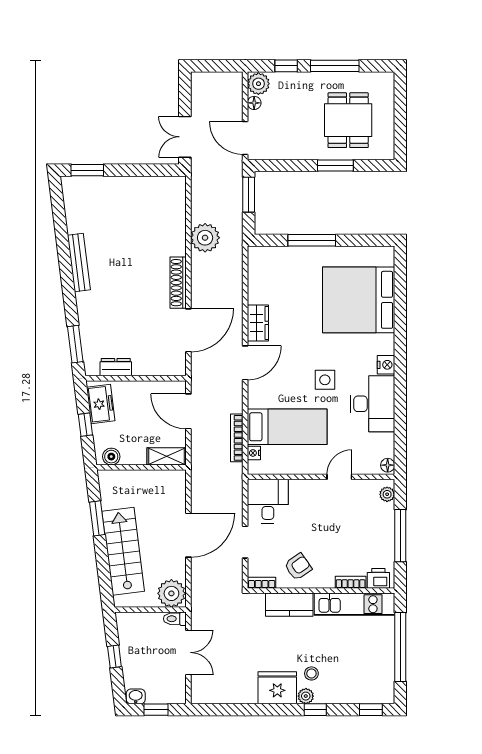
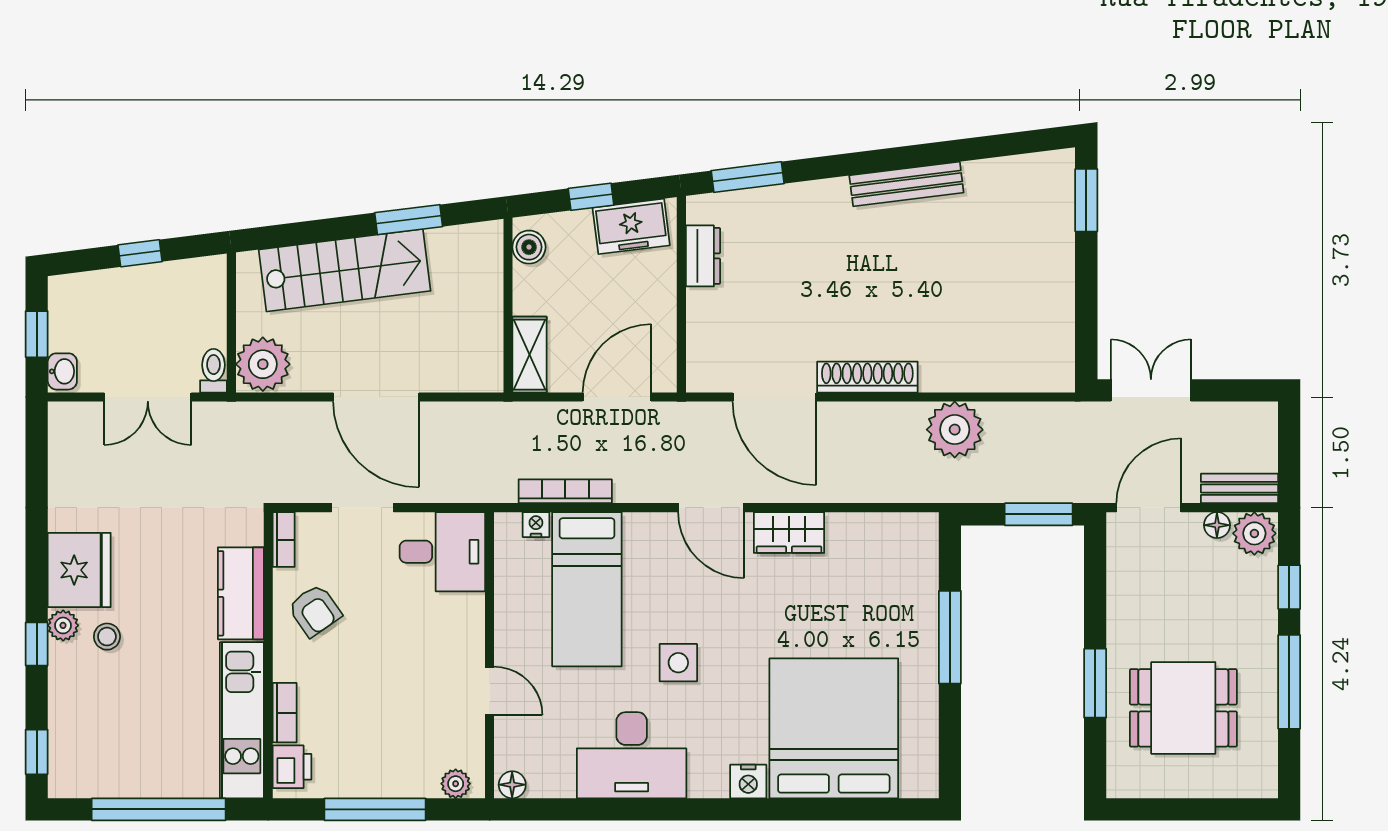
bench: (235, 91) -> (1239, 488), added
nightstand: (386, 365) -> (748, 781), moved
washbasin: (136, 696) -> (62, 371), moved

